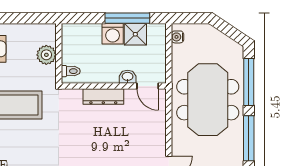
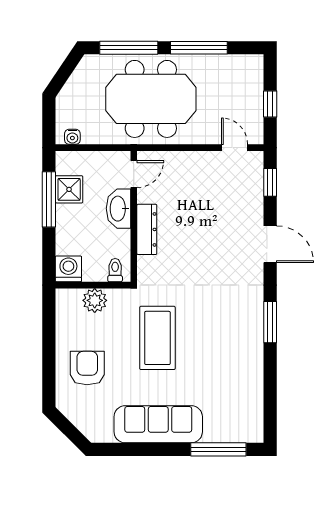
washing machine: (113, 34) -> (68, 269), moved, turned -90
washbasin: (128, 77) -> (118, 209), width x1.91, depth x1.45

